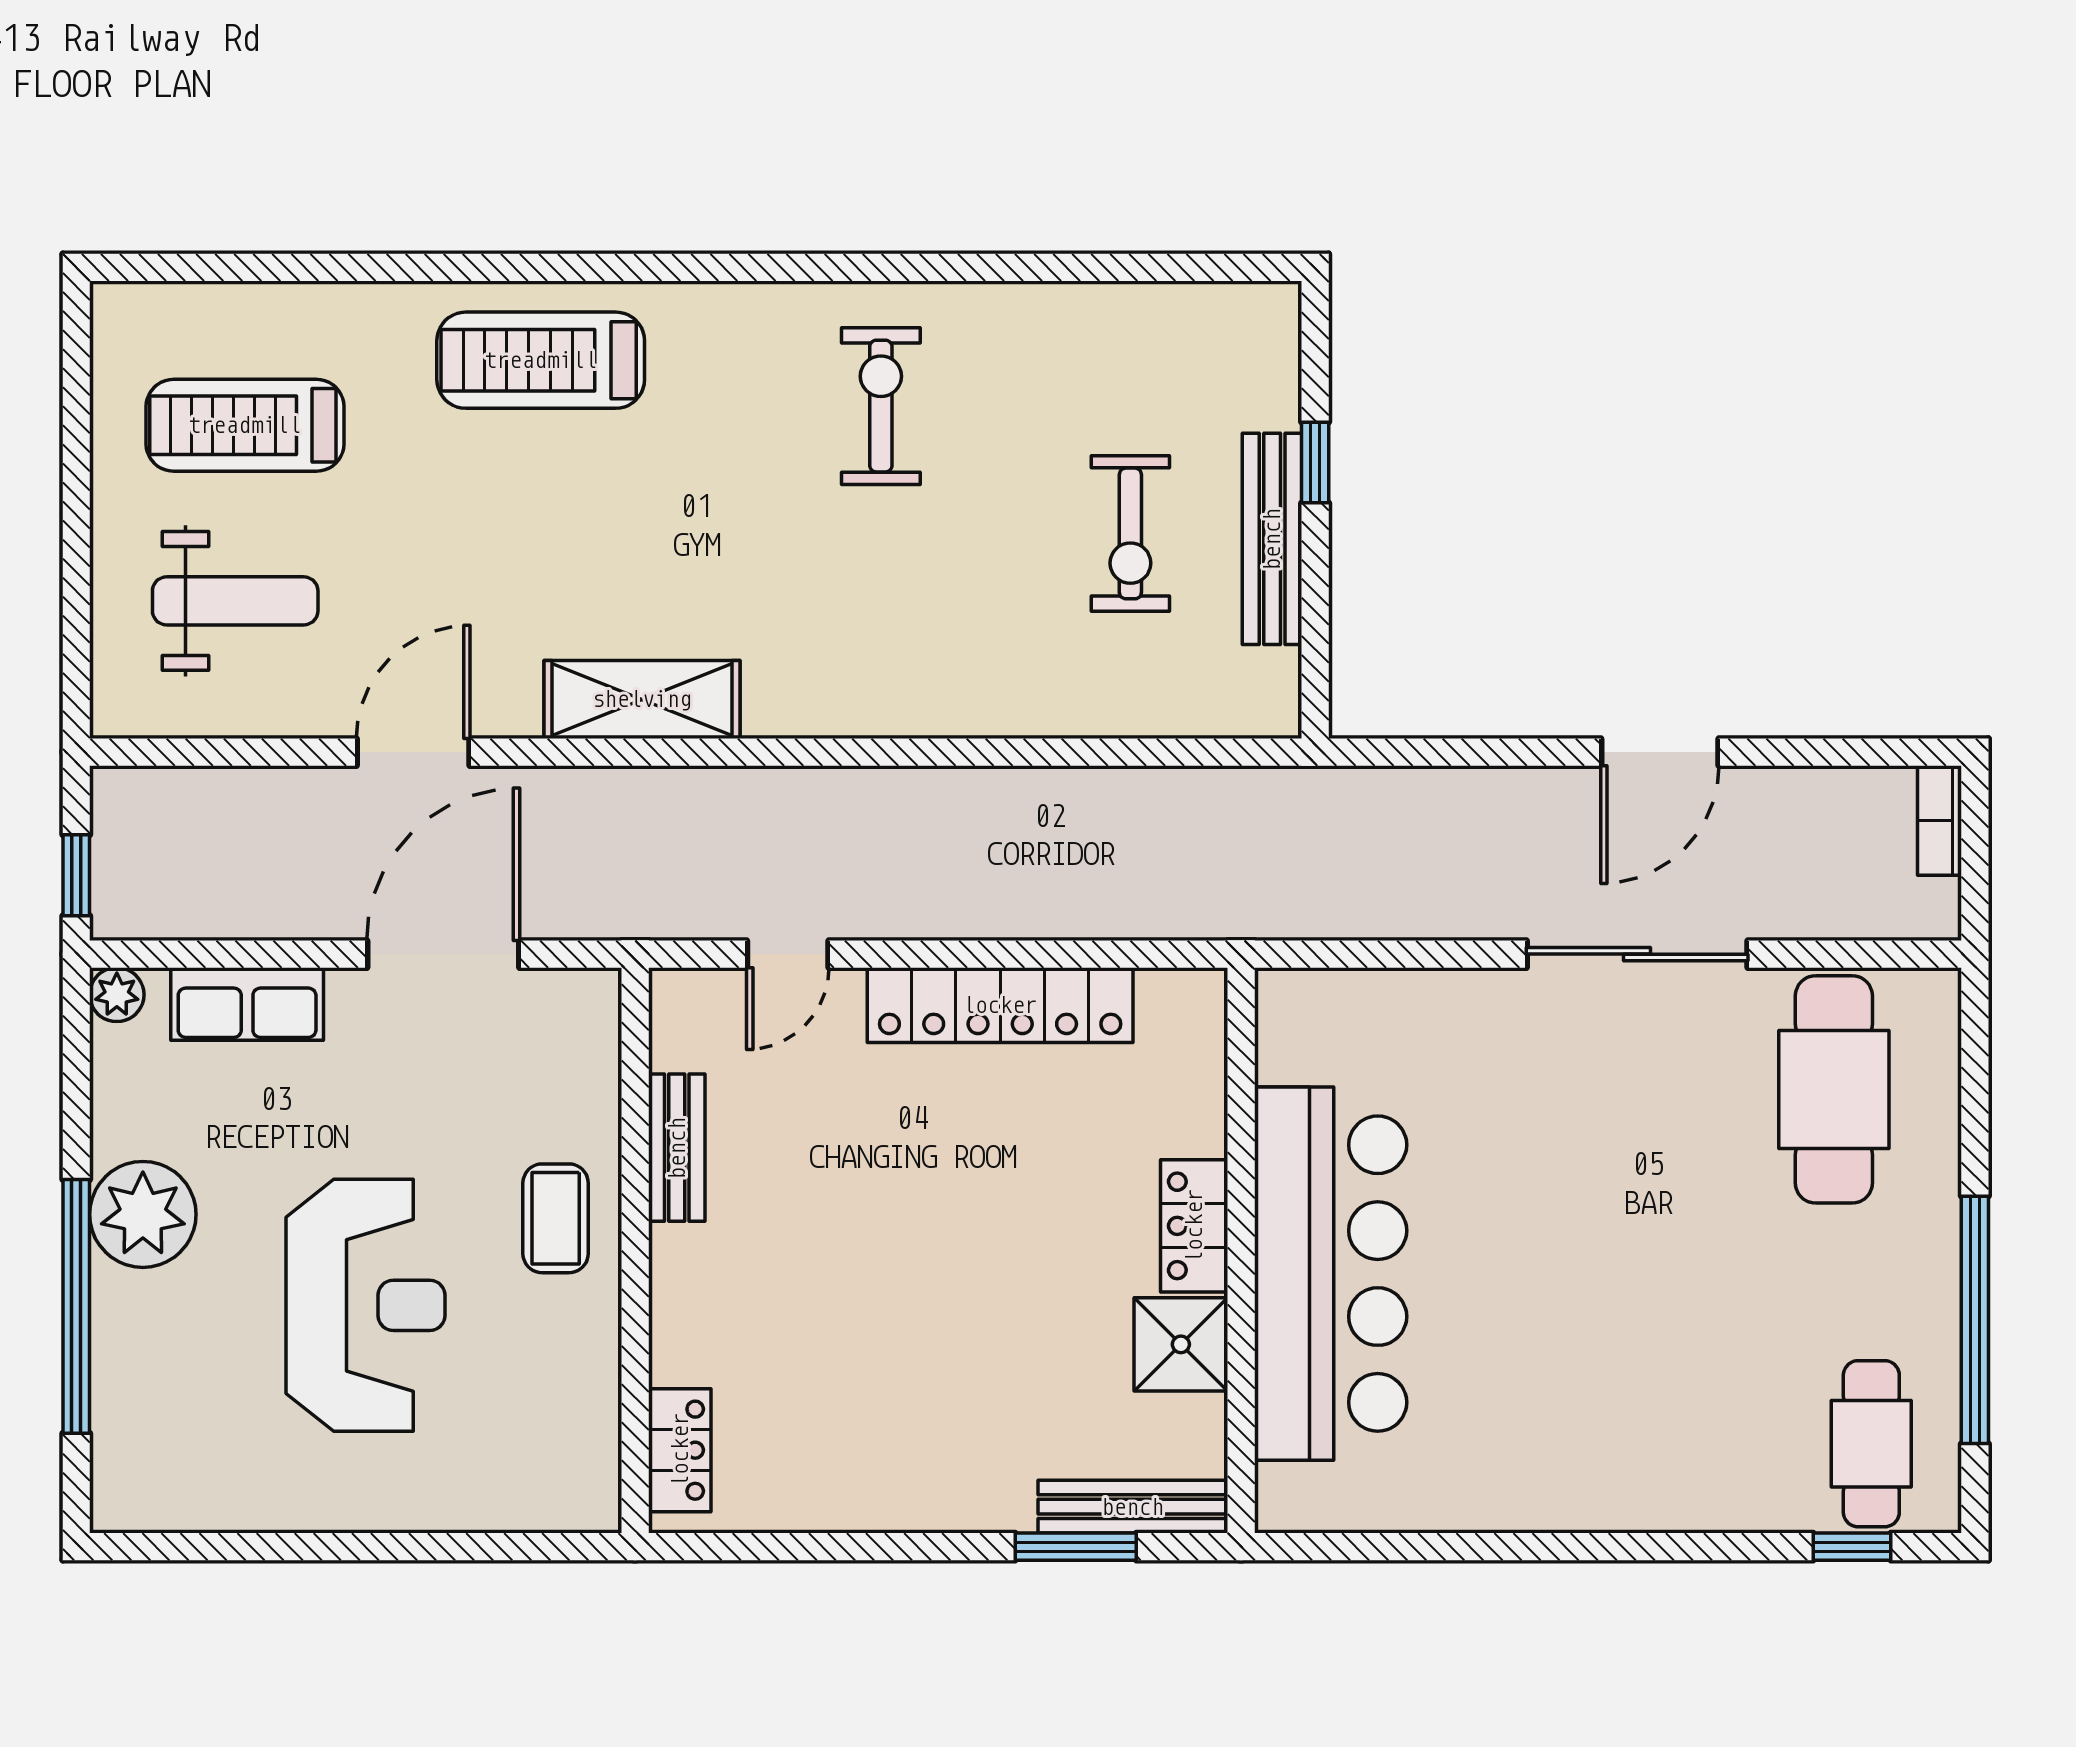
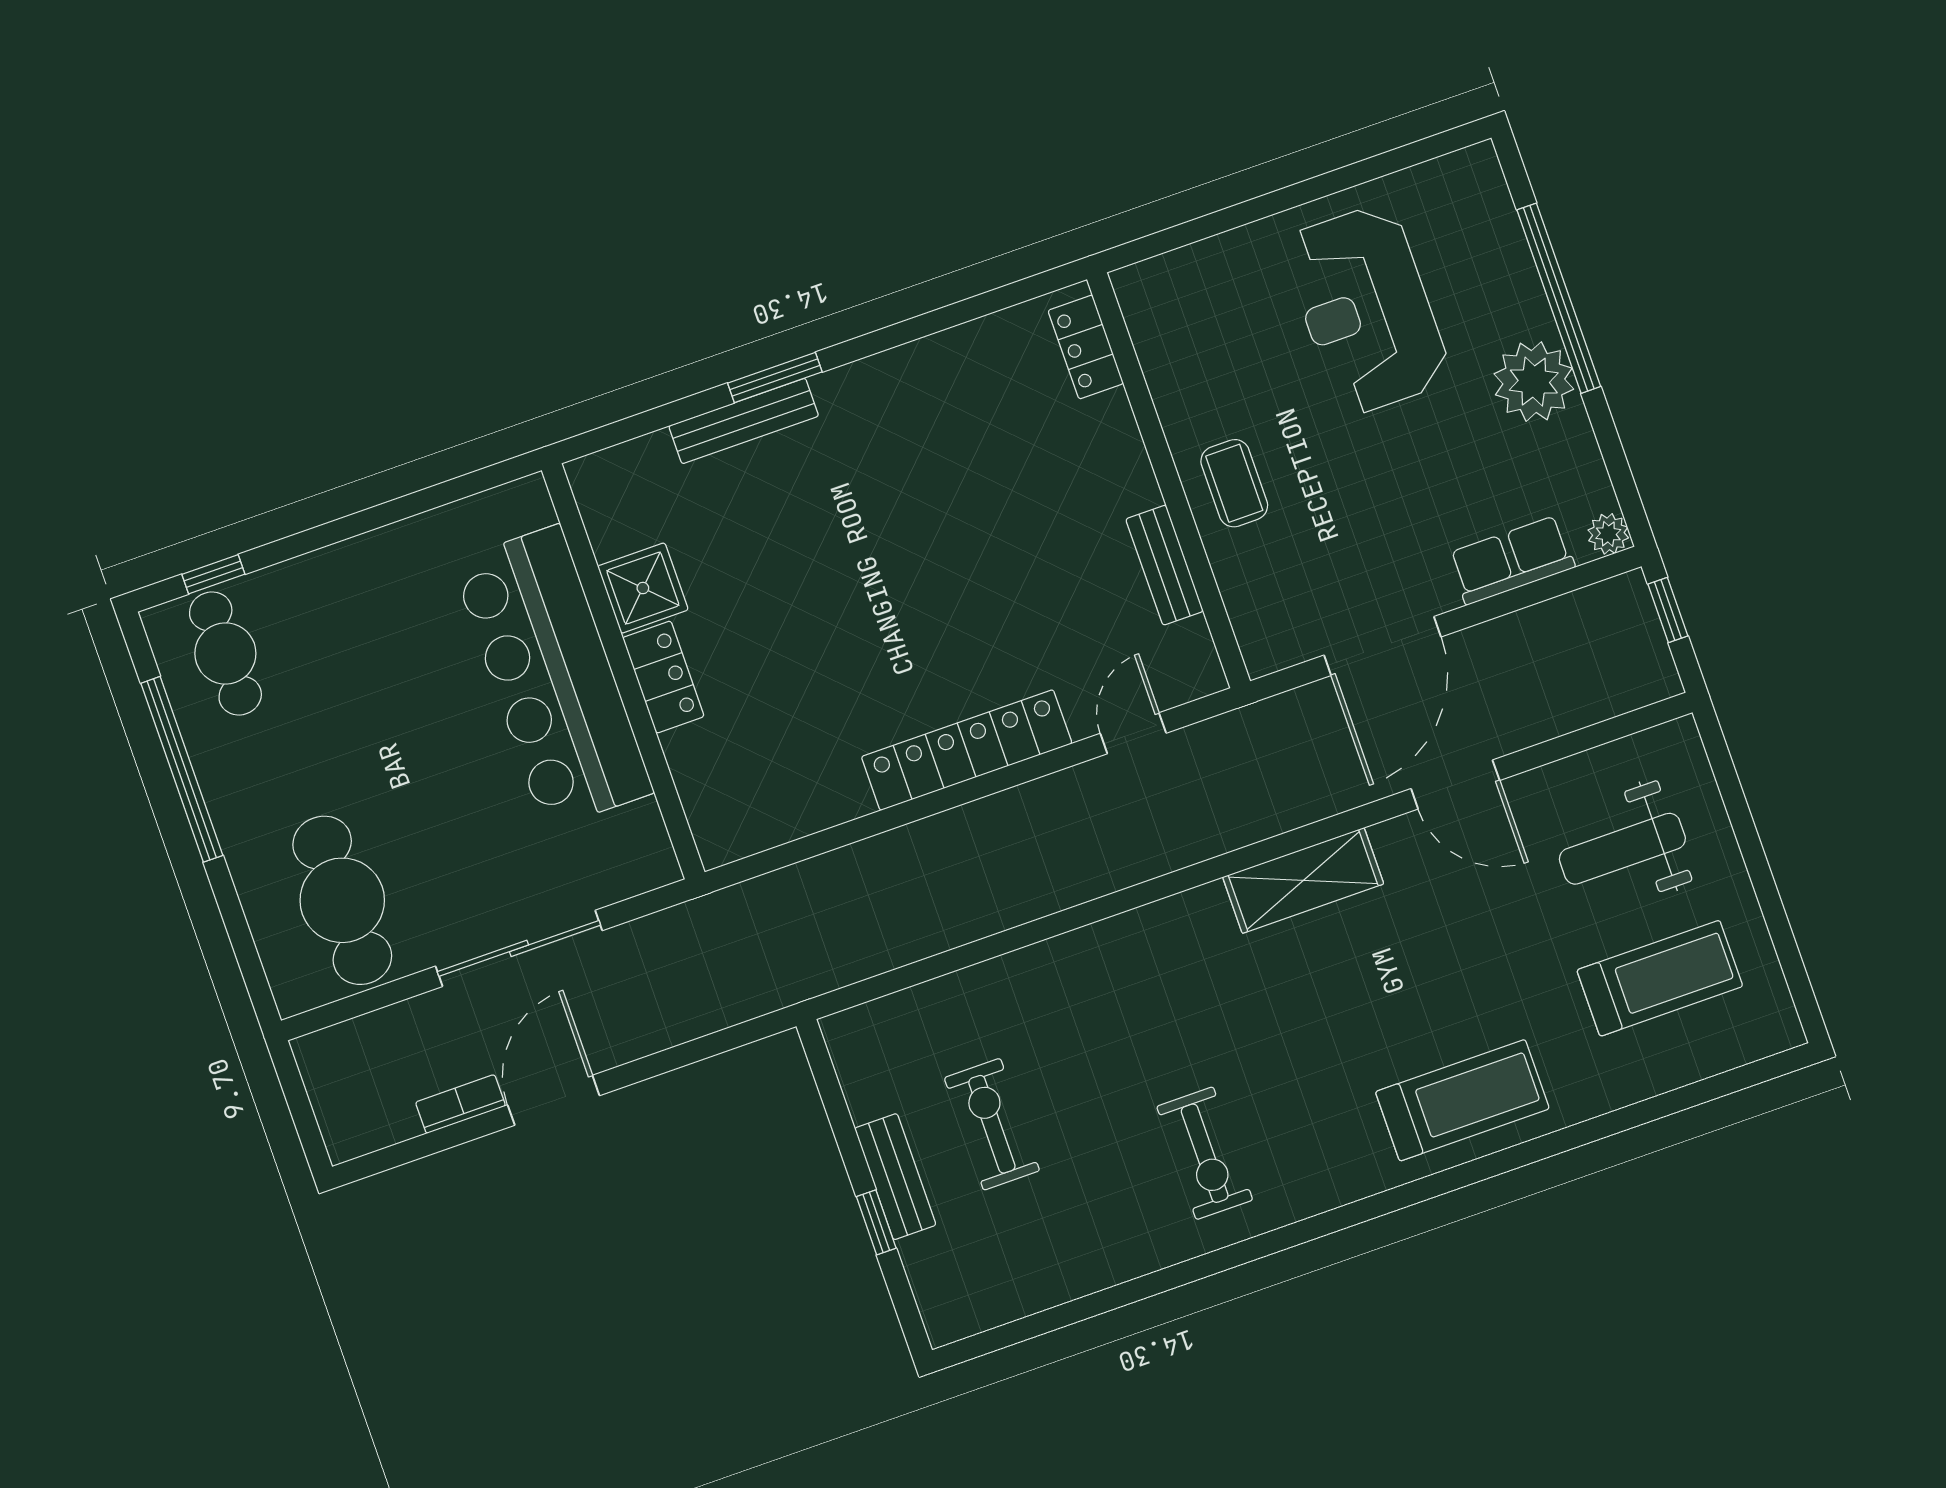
bench: (1272, 539) -> (895, 1177), width x0.73
door: (413, 752) -> (1455, 784), hinge flipped
bookcase: (1940, 821) -> (460, 1104), moved, turned -90
locker: (1194, 1226) -> (663, 677), moved
wall: (1241, 1250) -> (623, 671), moved
bar counter: (1331, 1274) -> (552, 677), moved
reception desk: (365, 1305) -> (1366, 310), moved
shower: (1181, 1344) -> (643, 588), moved

